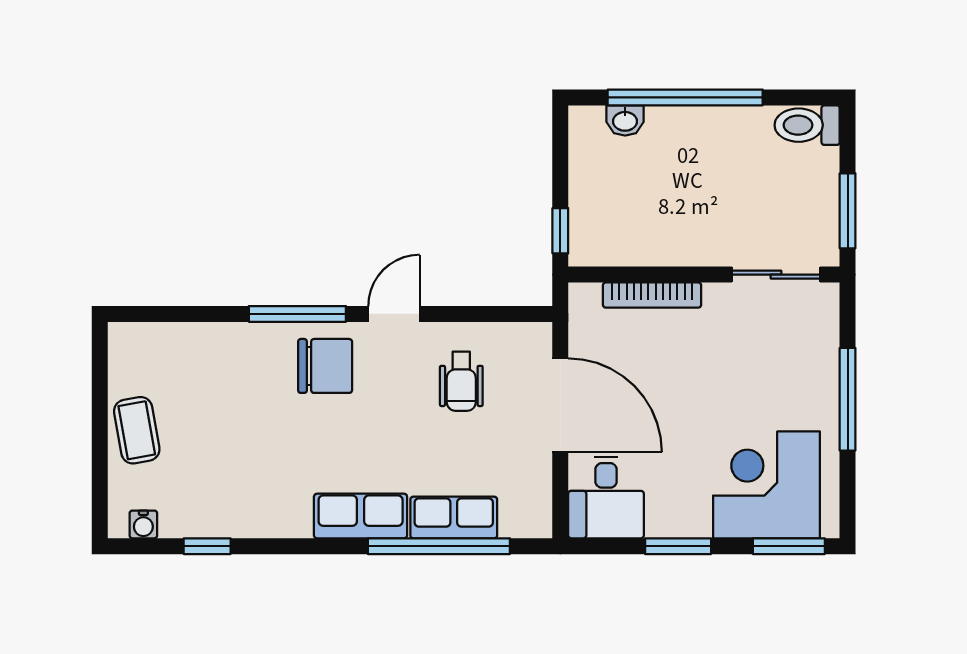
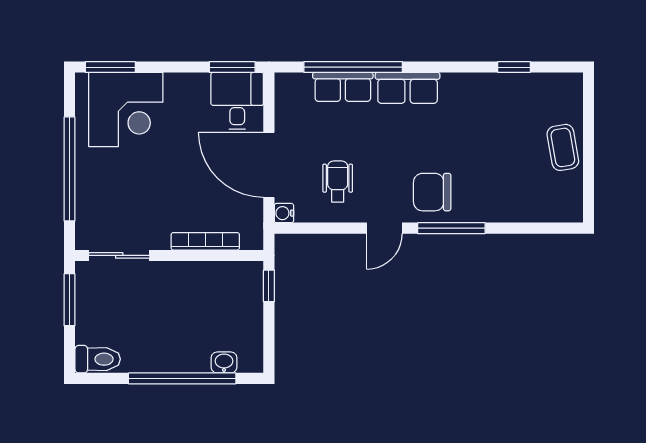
window: (848, 399) -> (70, 169), width x1.46
water cooler: (143, 524) -> (284, 213), moved, turned -90
window: (678, 546) -> (232, 67), moved

